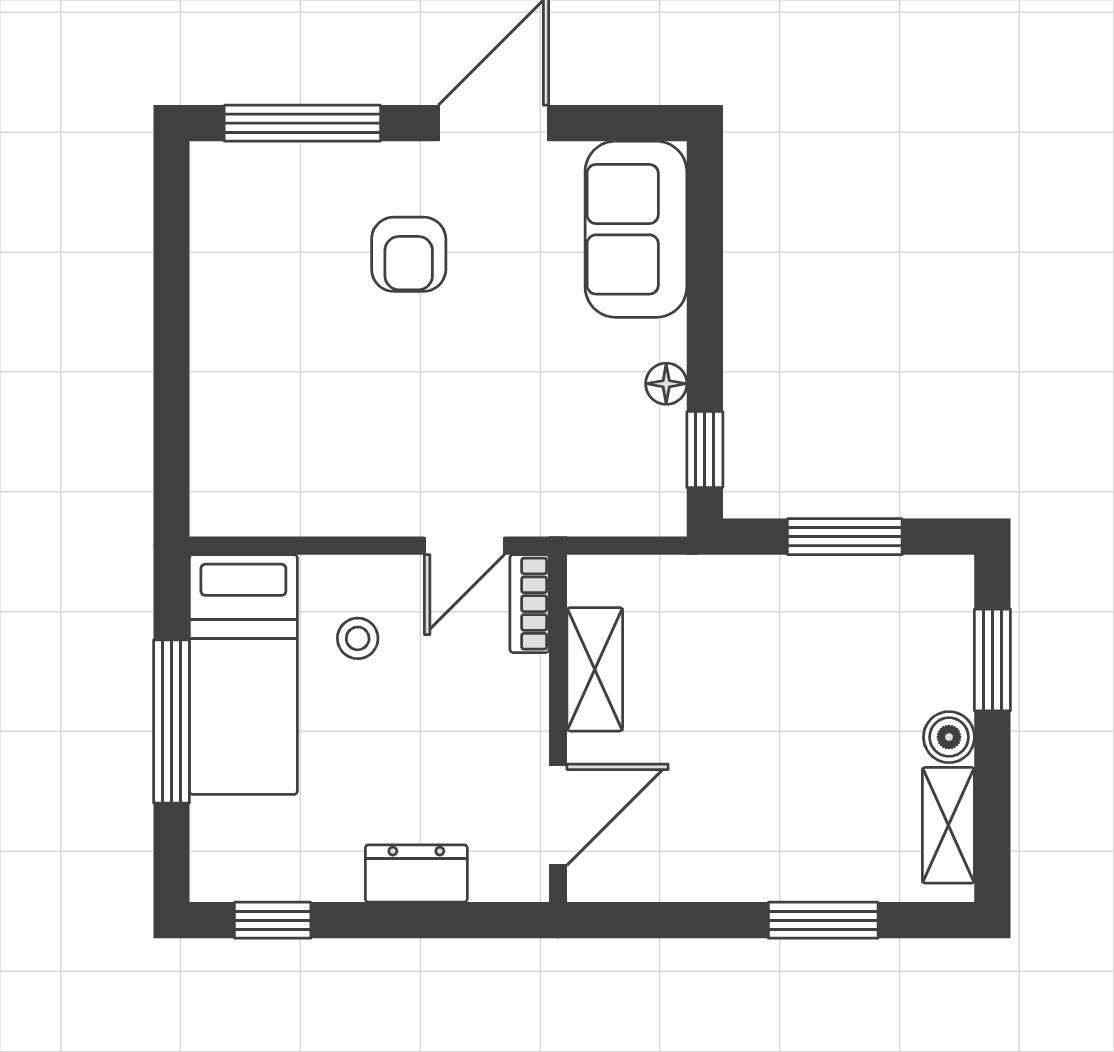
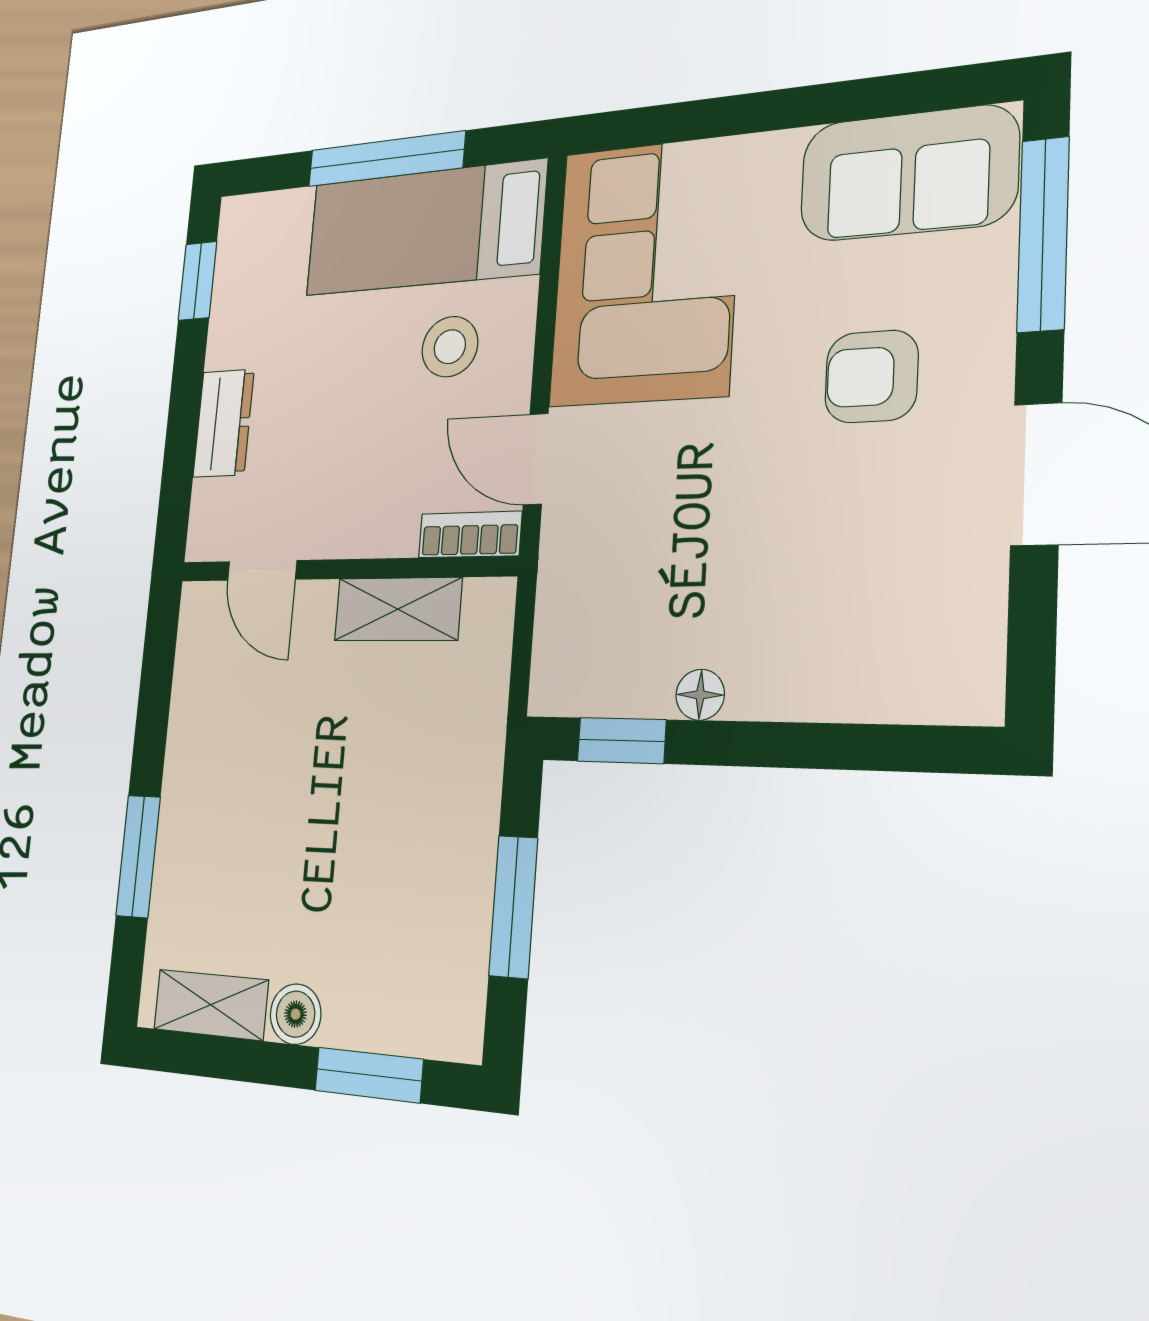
sofa: (636, 229) -> (908, 173), moved, turned 180
corner sofa: (304, 455) -> (645, 272), added
stool: (358, 638) -> (450, 347), width x1.37, depth x1.37
door: (558, 815) -> (262, 570), width x0.73

